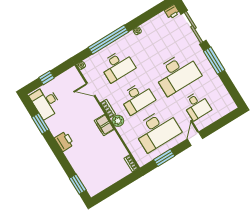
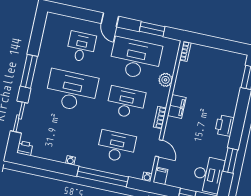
sliding door: (194, 27) -> (19, 117), width x0.73
filing cabinet: (74, 74) -> (160, 176), added
plant: (118, 121) -> (166, 80), moved
door: (195, 139) -> (110, 20), hinge flipped

